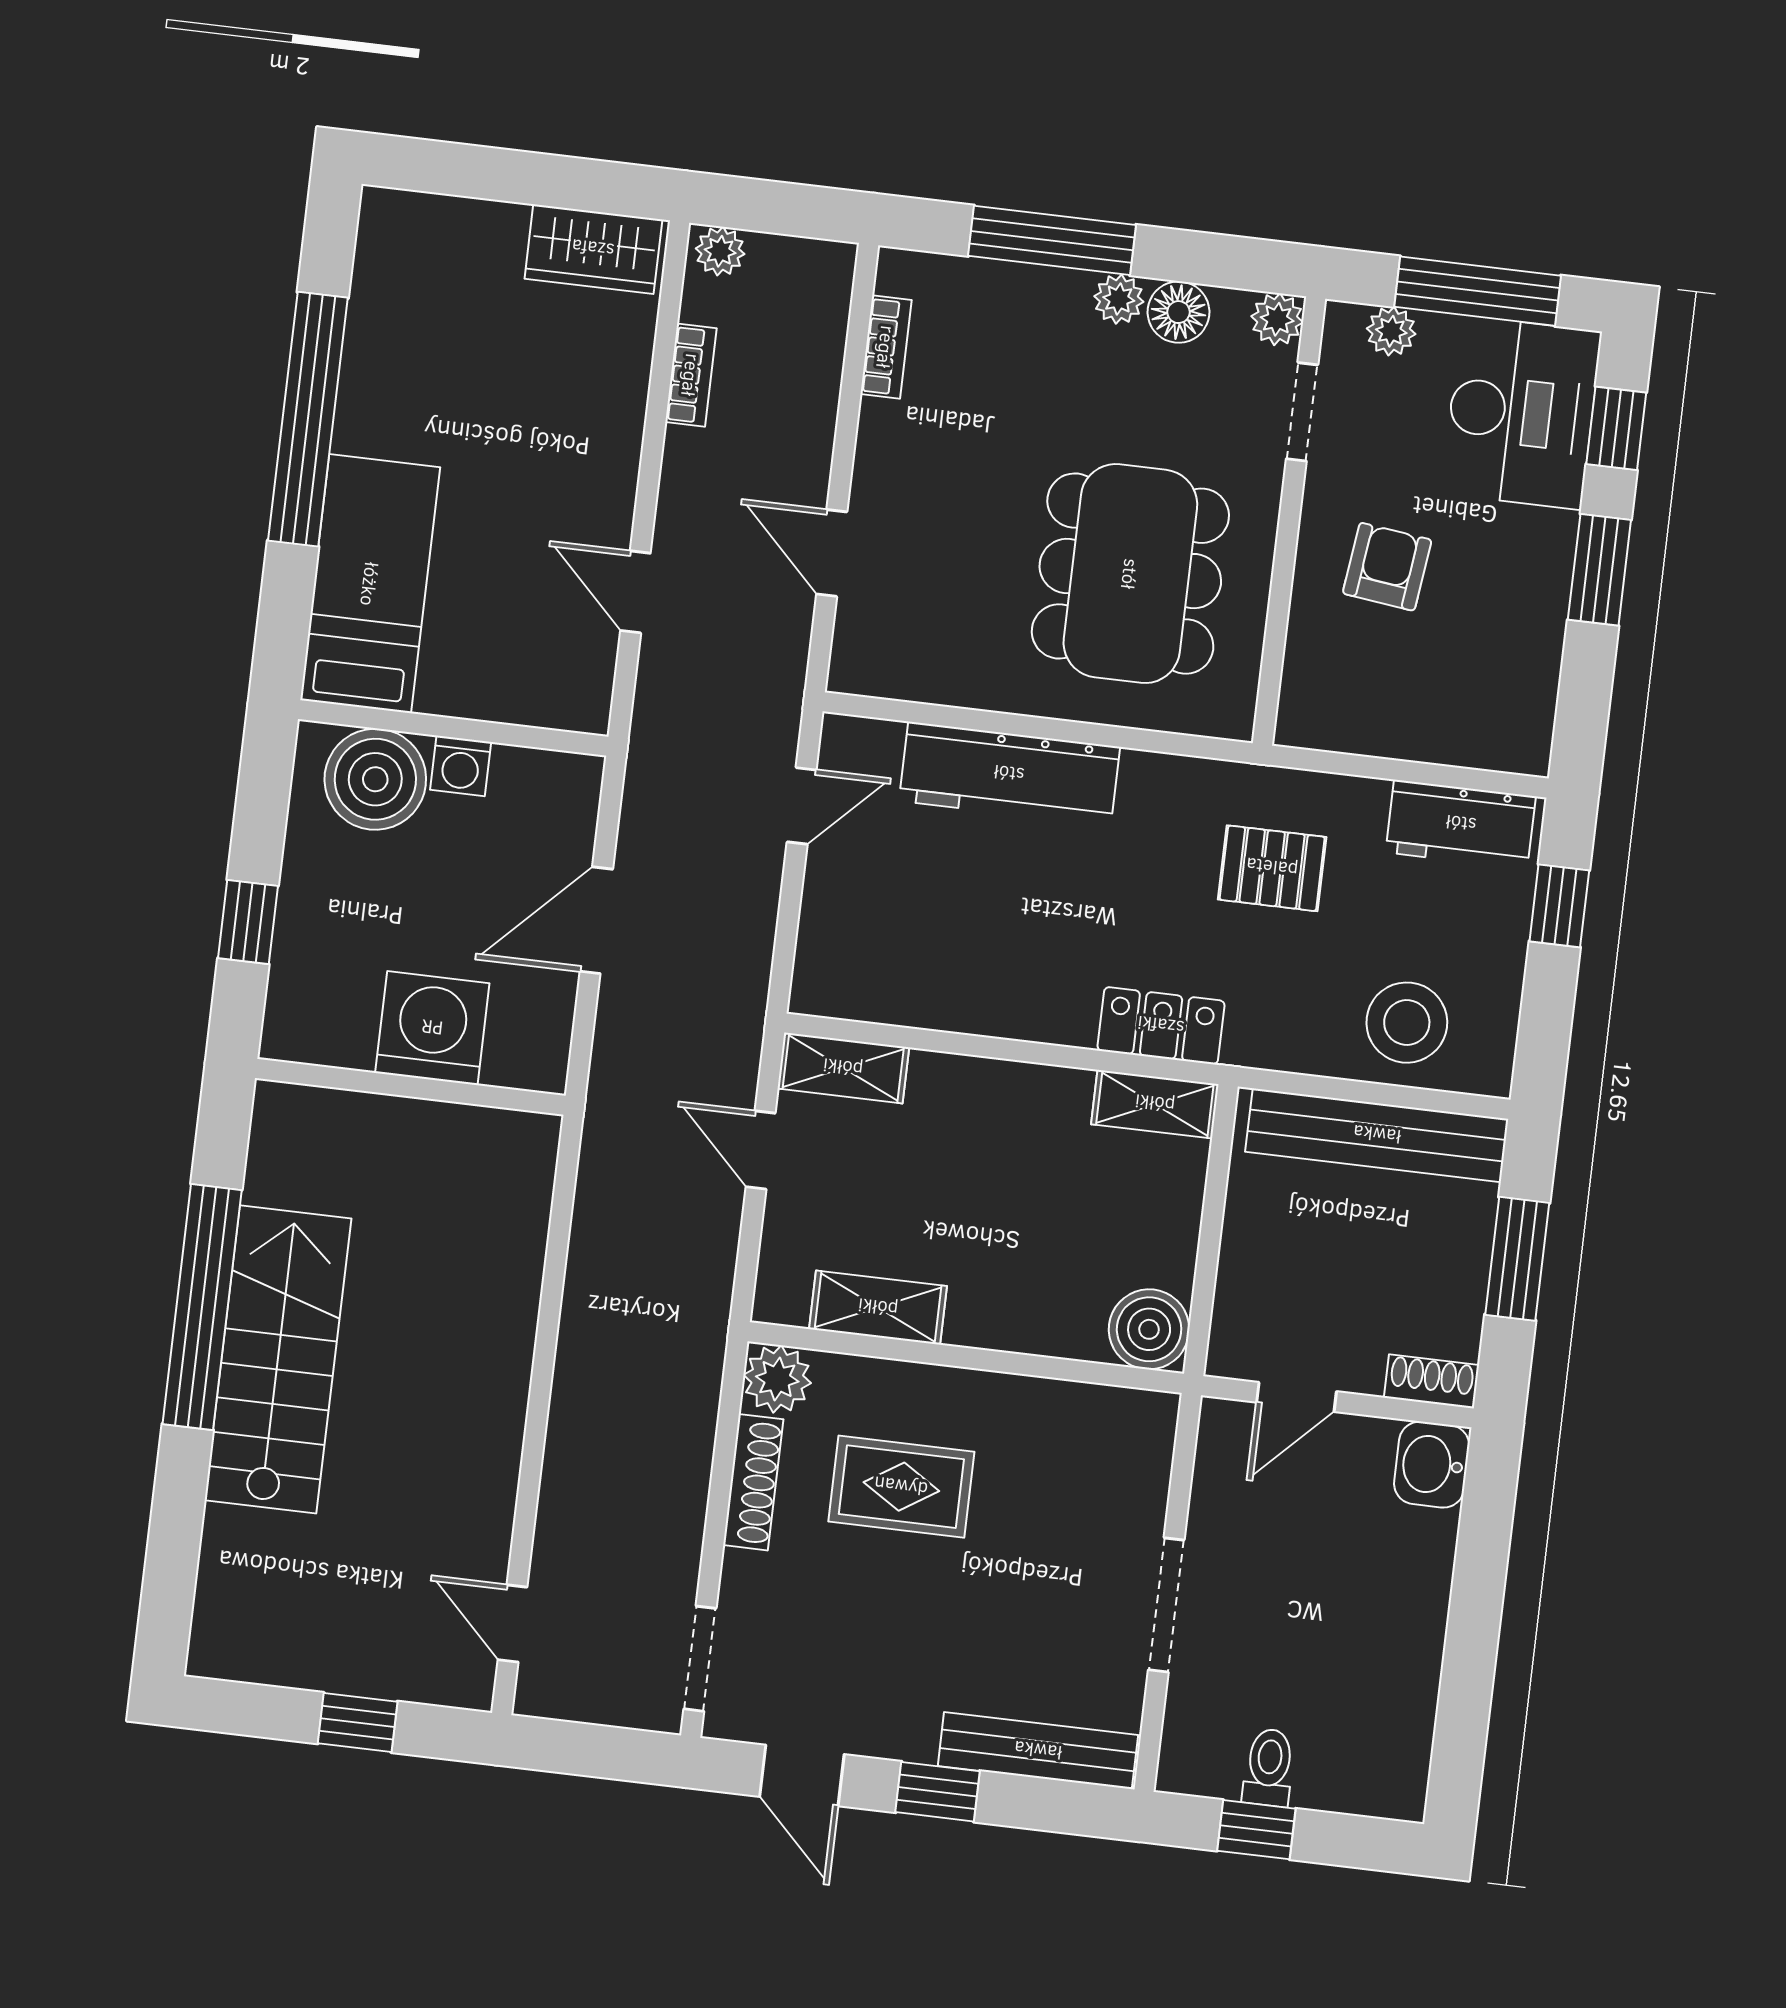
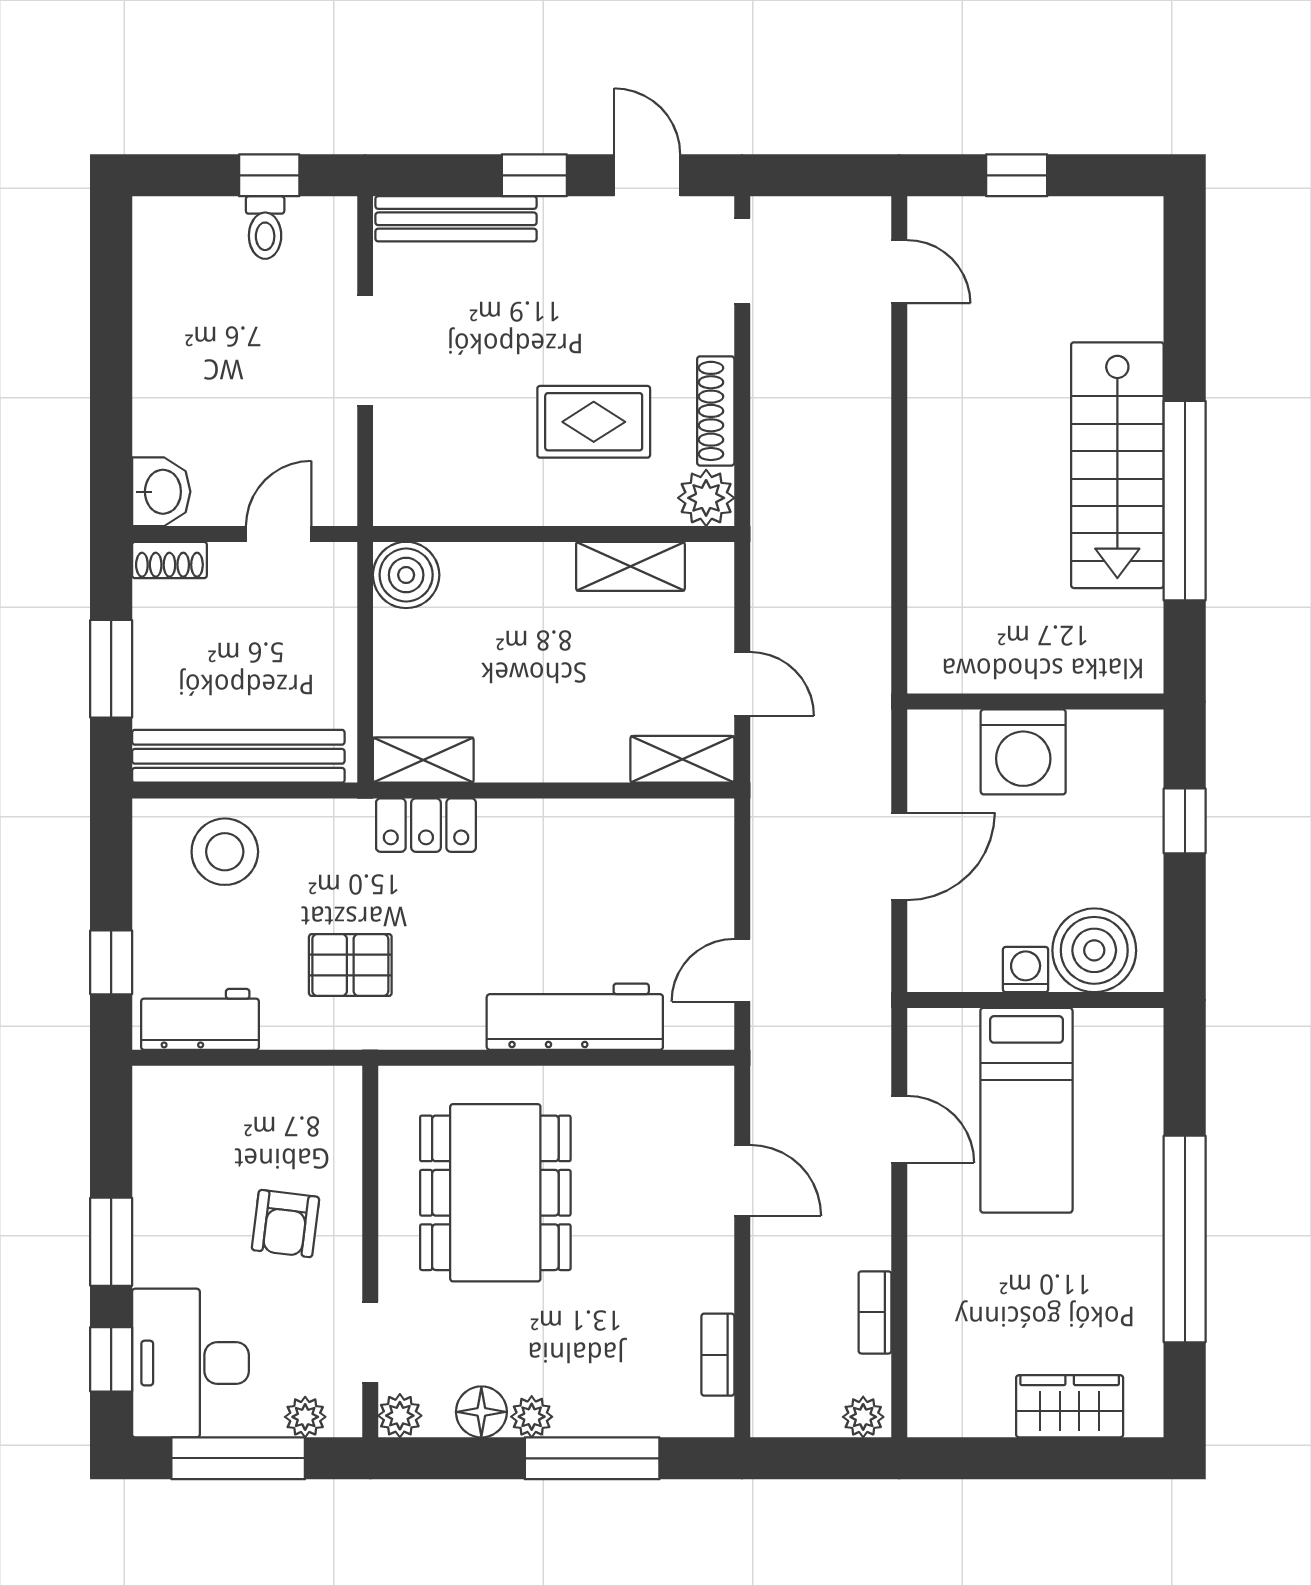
wardrobe: (593, 249) -> (1070, 1406), moved
bed: (370, 584) -> (1026, 1110), moved

